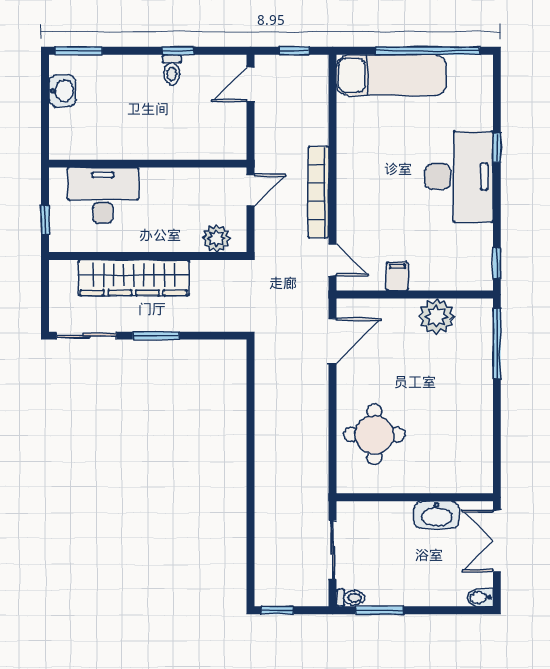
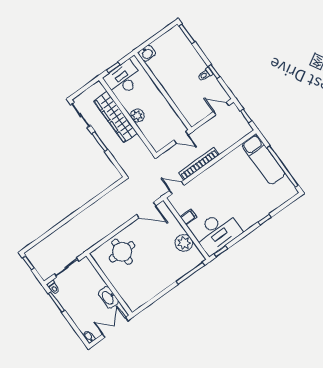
washbasin: (62, 91) -> (147, 53), moved
desk: (459, 177) -> (217, 232), moved
desk: (103, 195) -> (123, 79), moved, turned -90
plant: (216, 238) -> (137, 116), moved
door: (333, 260) -> (177, 188), swing flipped

